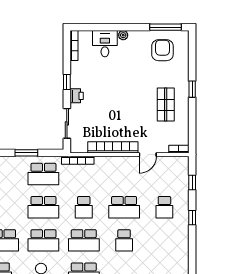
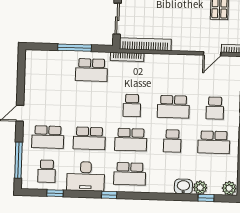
bookcase: (113, 147) -> (145, 44), moved
window: (26, 153) -> (75, 48), width x1.44
door: (148, 155) -> (212, 54), moved
school desk: (43, 207) -> (214, 142), moved

